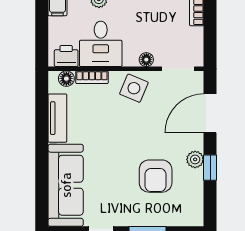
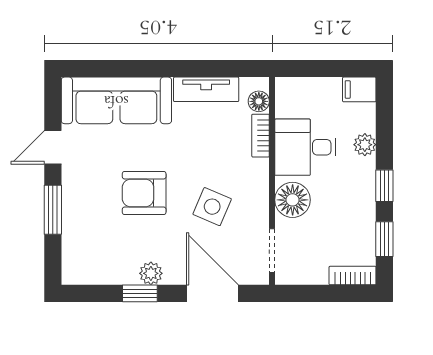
printer: (66, 56) -> (289, 101), removed
floor lamp: (146, 60) -> (293, 200), width x1.89, depth x1.89
side table: (134, 88) -> (212, 207), moved
armchair: (156, 176) -> (144, 193), moved

